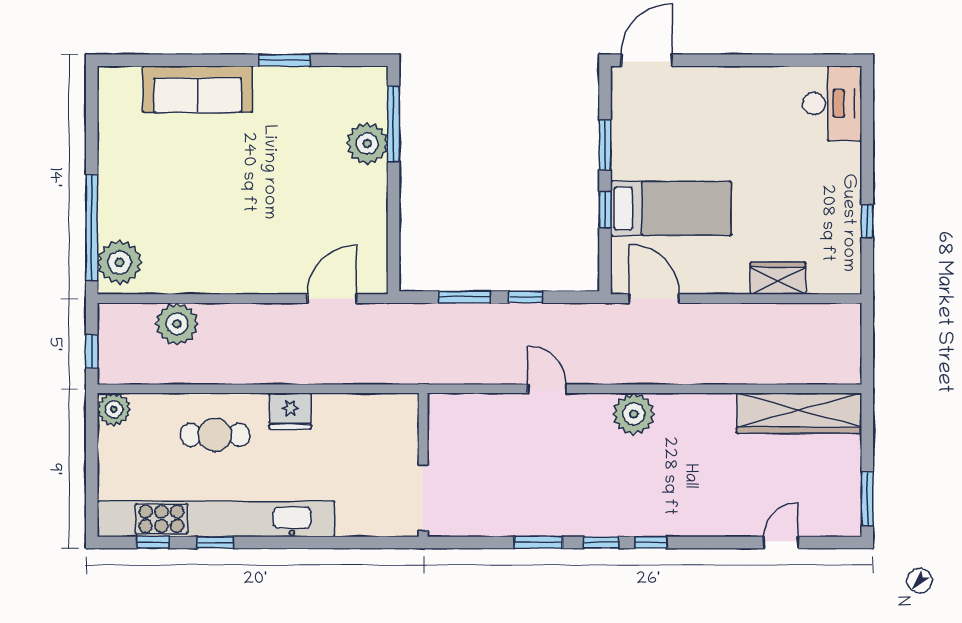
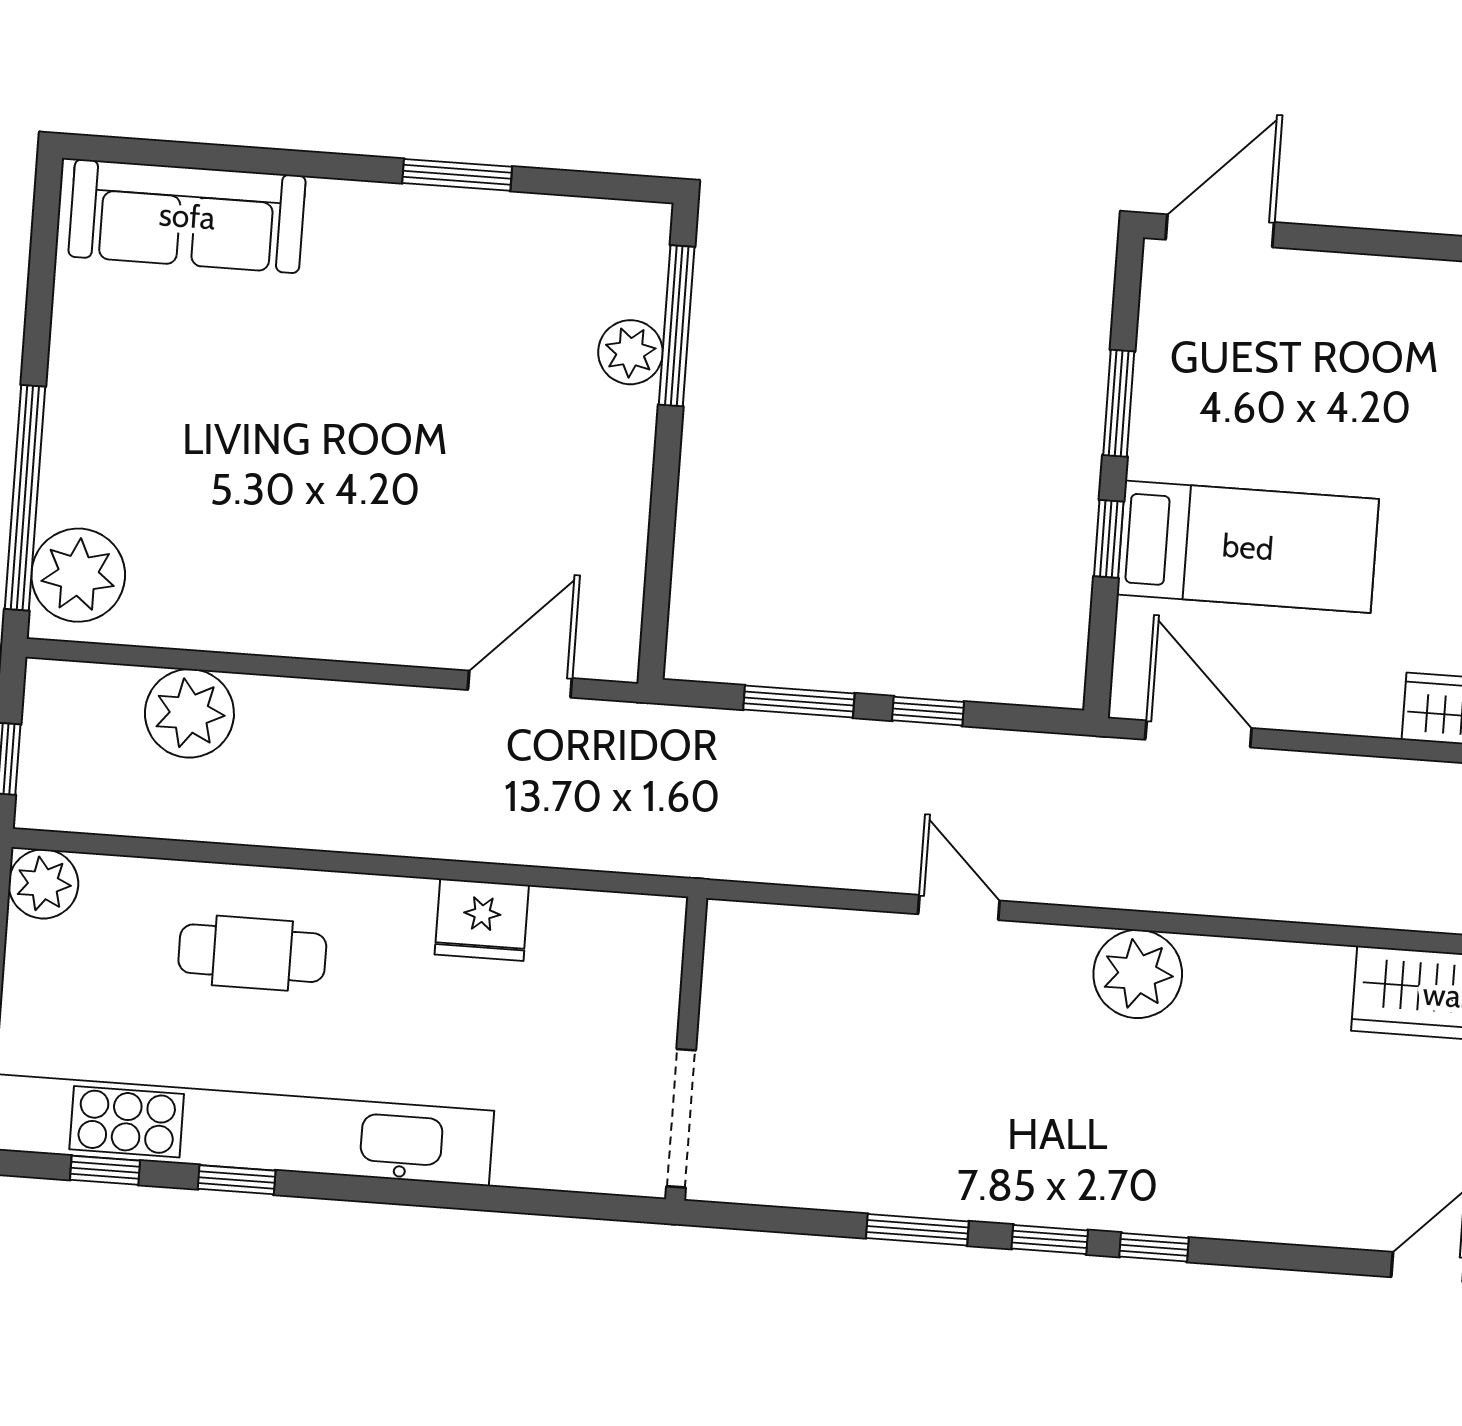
sofa: (198, 89) -> (187, 216), moved
plant: (367, 144) -> (630, 352), width x0.73, depth x0.73
fridge: (290, 411) -> (482, 920), moved

